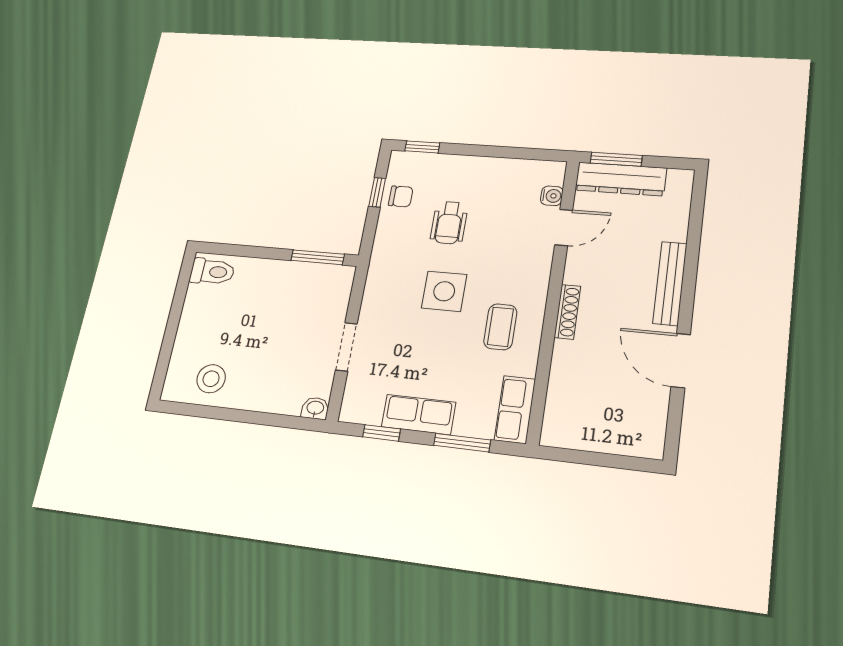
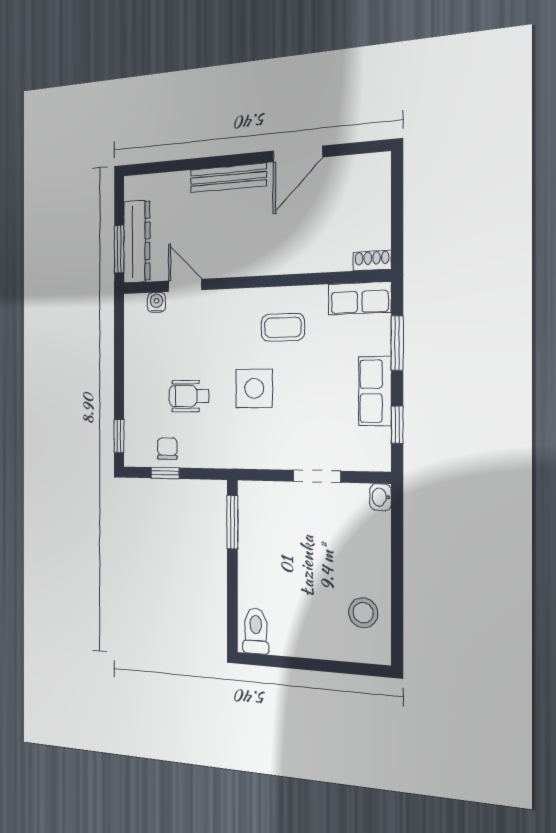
wheelchair: (449, 223) -> (189, 396), turned 180
shoe rack: (567, 312) -> (372, 261), moved, width x0.70

